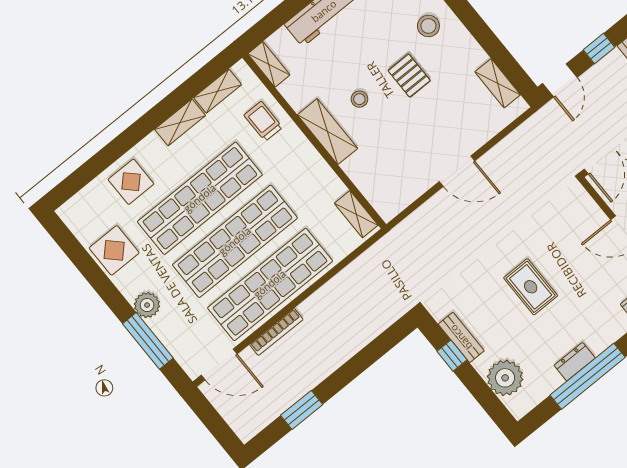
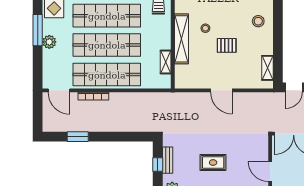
pallet: (409, 76) -> (227, 45), moved, turned 90
shelving: (327, 132) -> (181, 39), width x1.47
shelving: (356, 214) -> (166, 62), moved
rug: (531, 287) -> (213, 163), turned 90
window: (148, 341) -> (38, 30), moved

